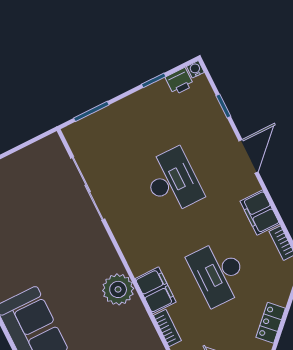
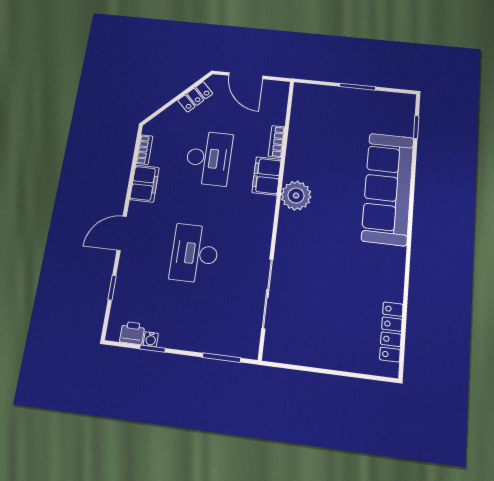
water cooler: (195, 69) -> (151, 339), moved

